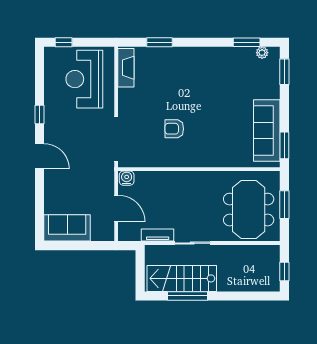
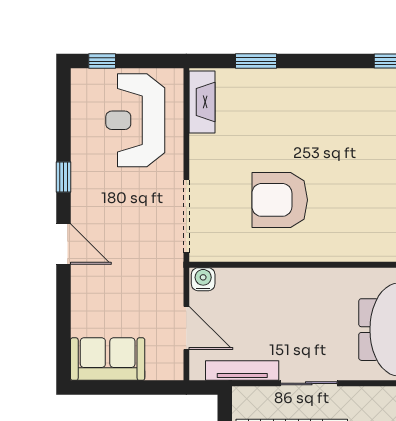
armchair: (174, 129) -> (280, 200), width x1.88, depth x1.88
tv unit: (158, 235) -> (242, 371), width x1.41

